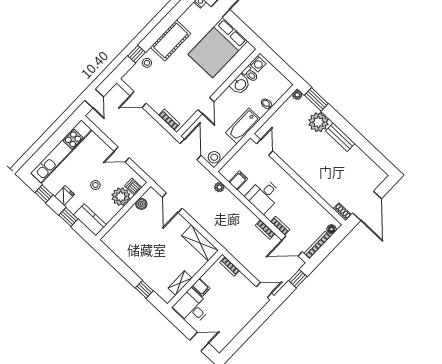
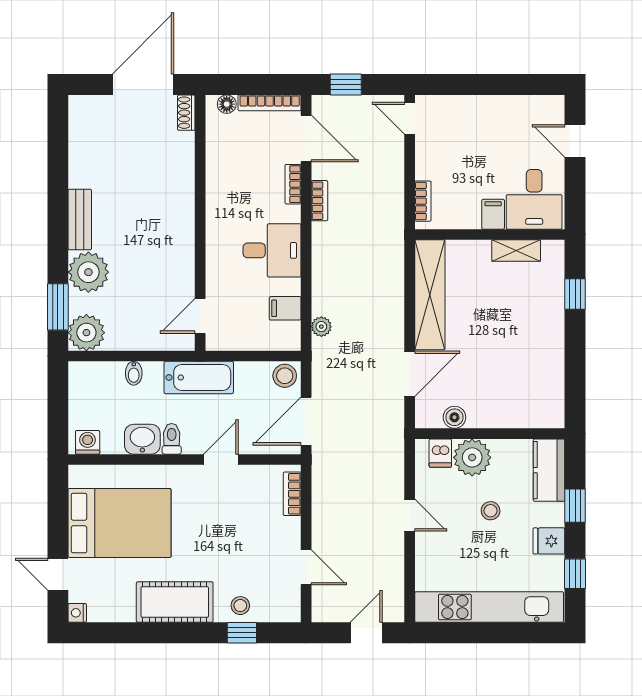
toilet: (250, 74) -> (172, 439), moved
plant: (297, 95) -> (86, 333), width x1.88, depth x1.88
shelving: (200, 243) -> (430, 295), width x1.47

